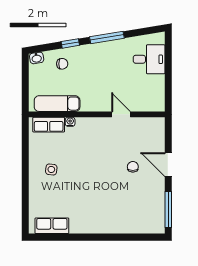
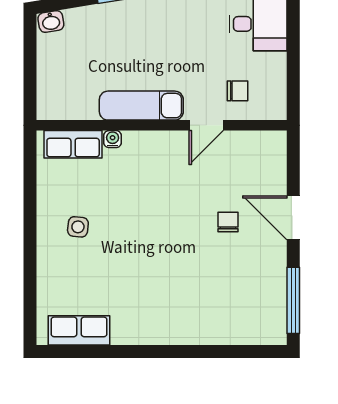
chair: (62, 64) -> (237, 91), moved
exam couch: (57, 104) -> (141, 106), moved
door: (121, 114) -> (206, 125), swing flipped

